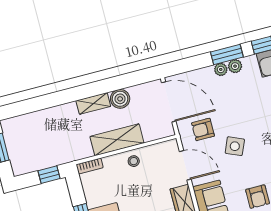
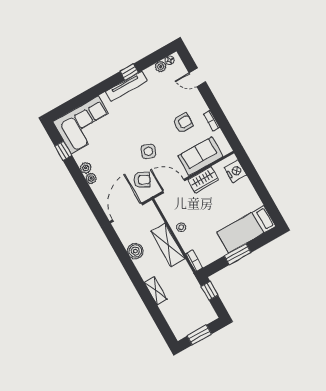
window: (227, 54) -> (78, 177), removed
shelving: (93, 103) -> (156, 291), moved
armchair: (203, 129) -> (142, 180), turned -63
door: (185, 165) -> (174, 186), hinge flipped

